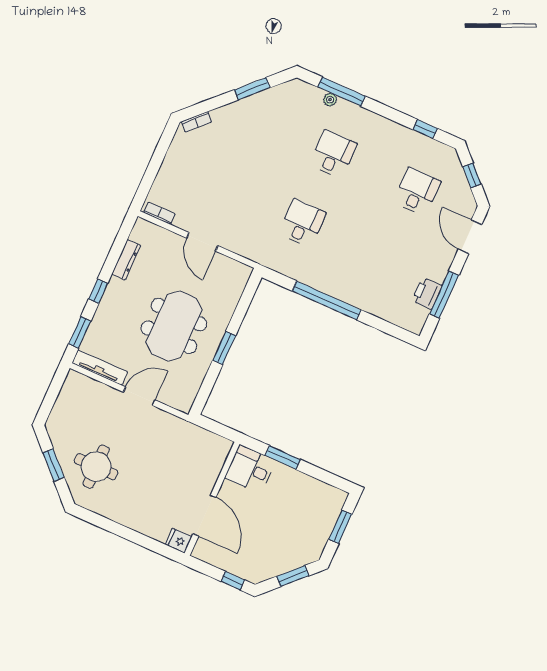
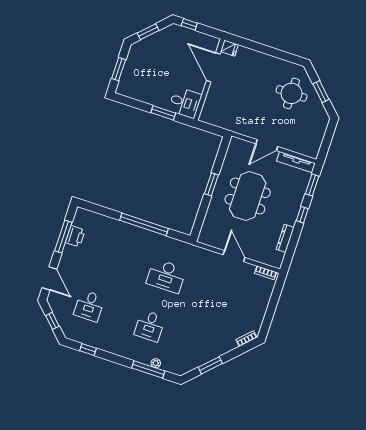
desk: (302, 223) -> (166, 276), width x1.37

